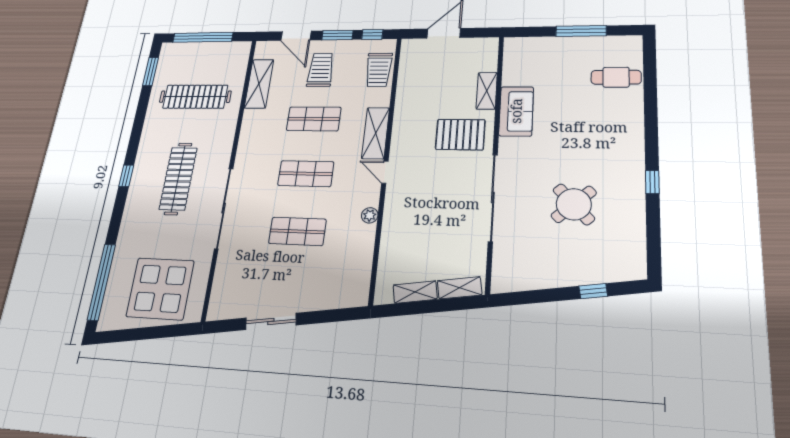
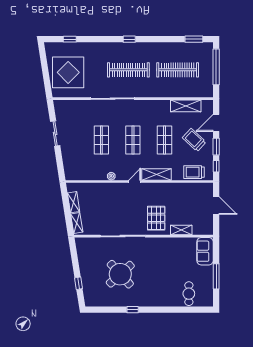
trolley: (321, 70) -> (194, 140), turned -137
clothes rail: (195, 97) -> (178, 70), turned 90
sofa: (516, 111) -> (205, 251), moved, turned 90
round table: (574, 204) -> (120, 274), width x1.36, depth x1.36
window: (102, 282) -> (70, 39), width x0.32

